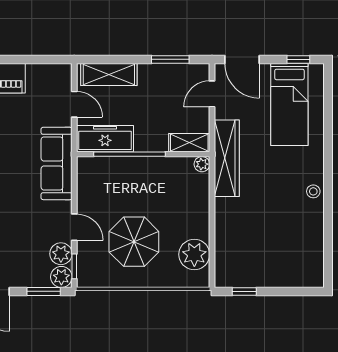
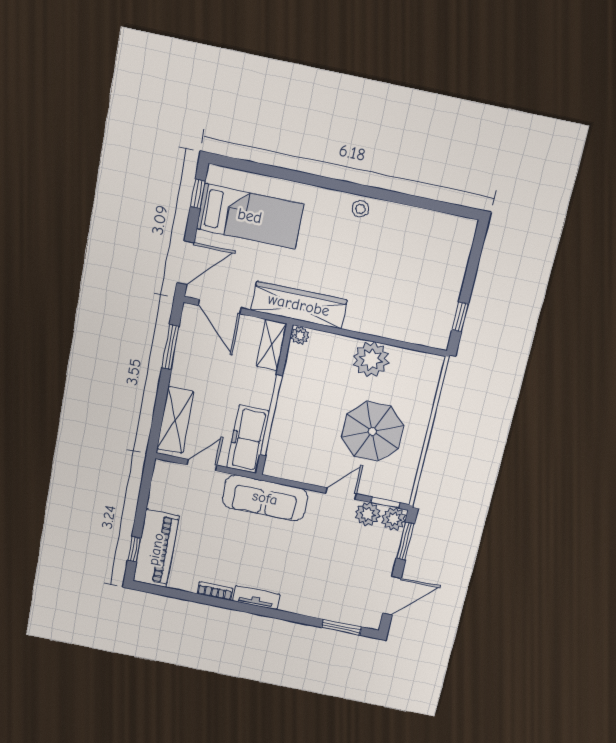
door: (212, 94) -> (220, 307), width x1.38
plant: (194, 254) -> (371, 359), moved

